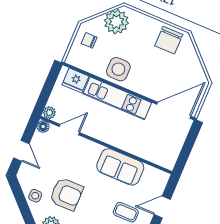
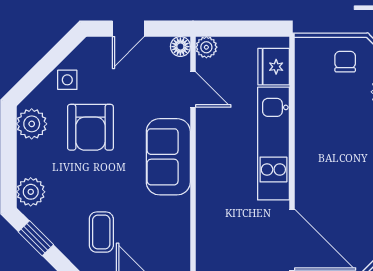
side table: (118, 69) -> (319, 126), removed
sofa: (120, 167) -> (168, 157), moved

